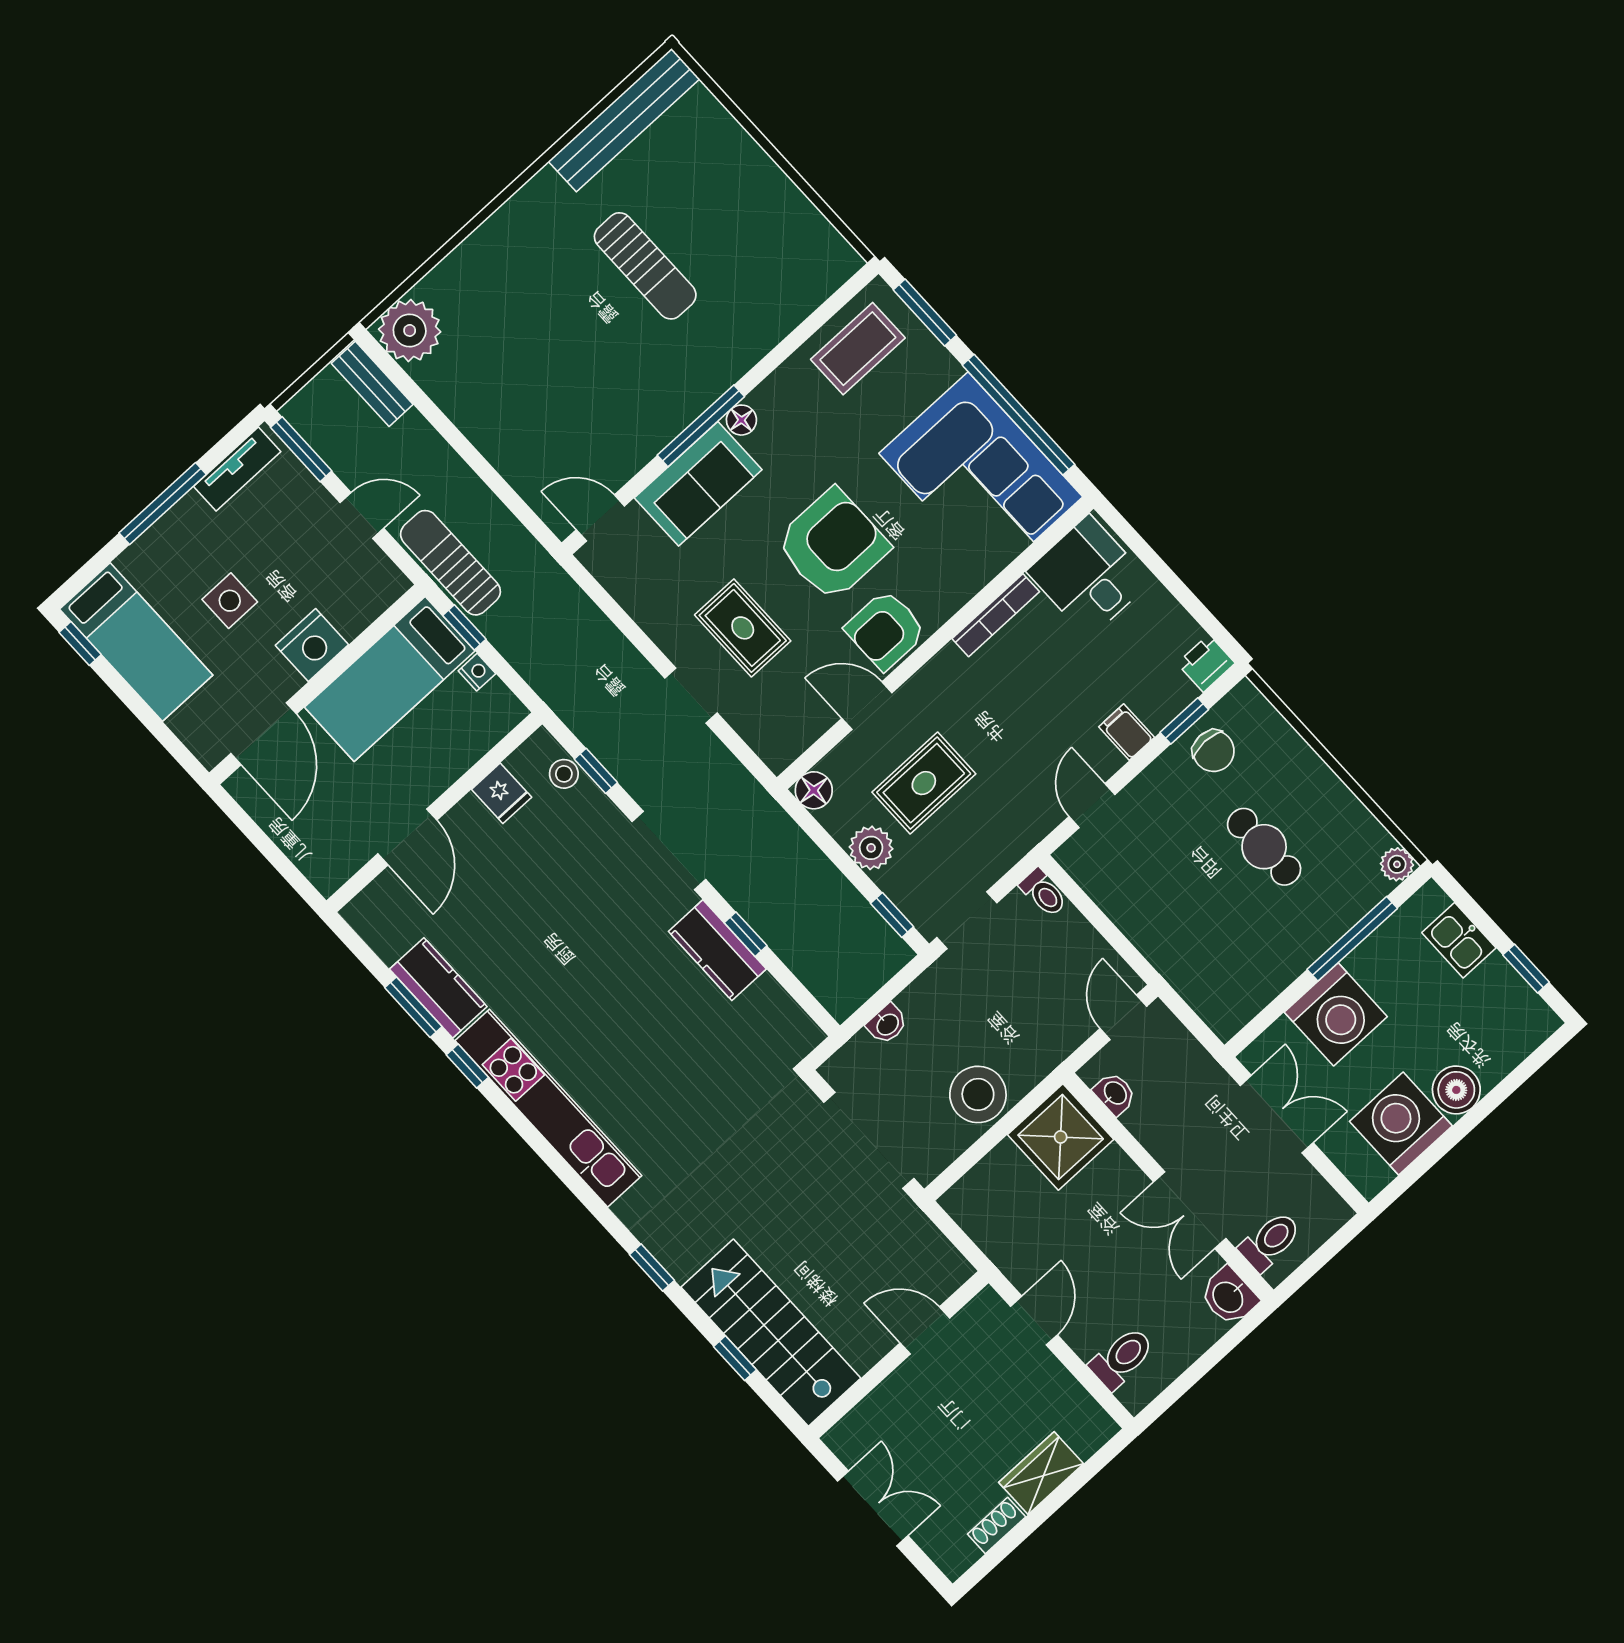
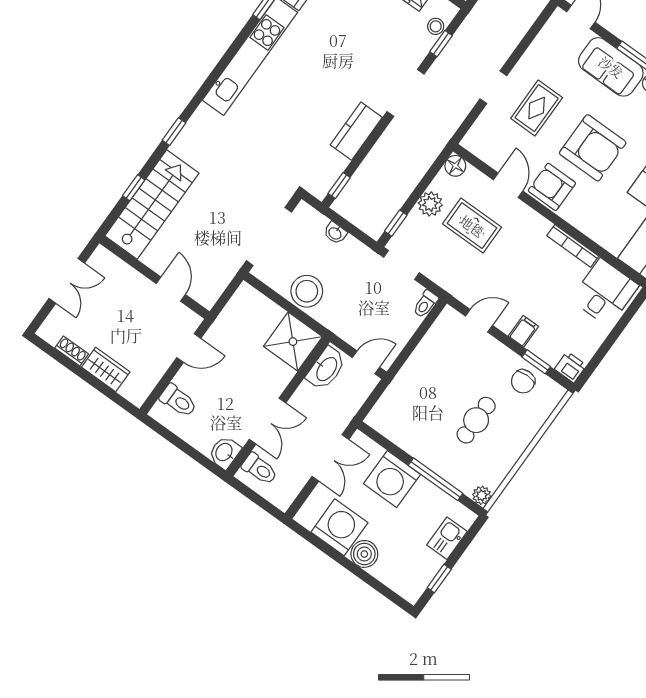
window: (746, 934) -> (339, 185), moved
washbasin: (1115, 1094) -> (326, 369), width x1.91, depth x1.45
double door: (1190, 1210) -> (268, 421), swing flipped

